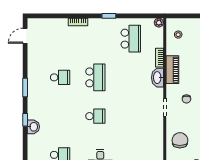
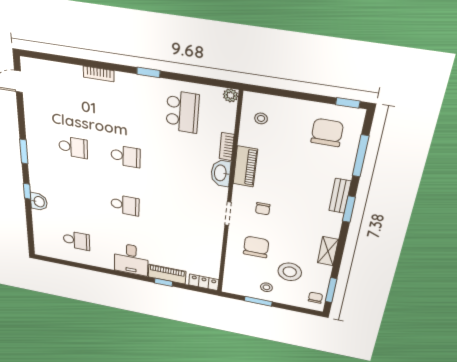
school desk: (95, 77) -> (126, 156), width x0.54
chair: (180, 140) -> (256, 247), moved

